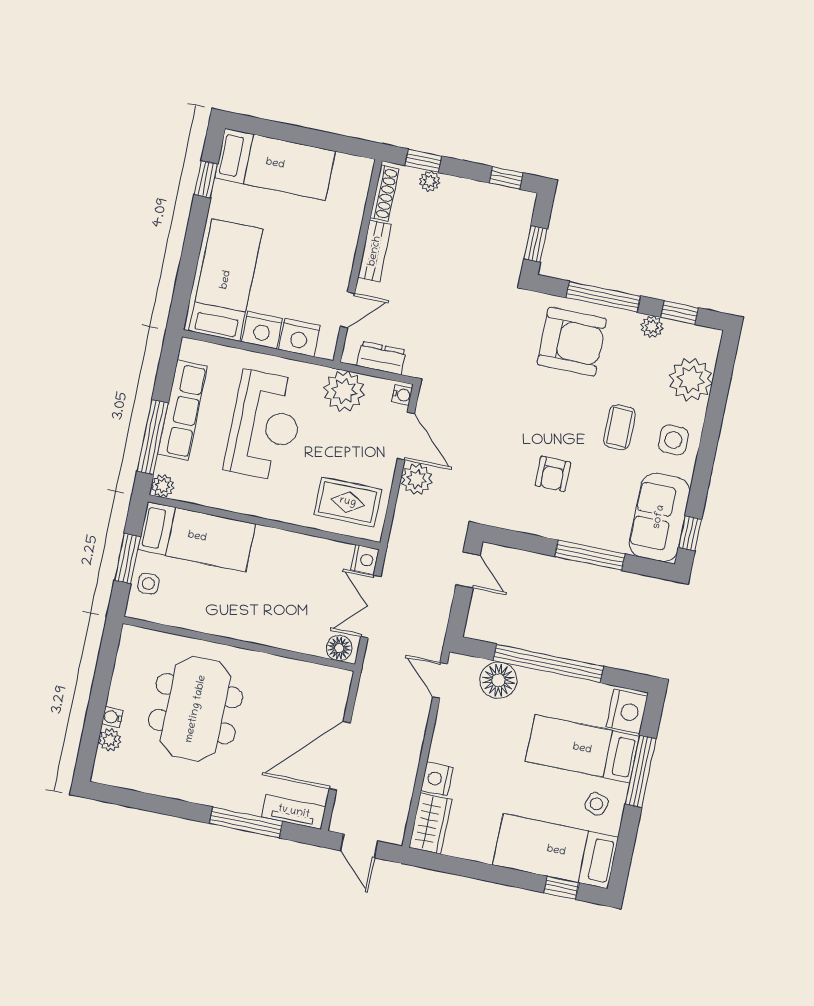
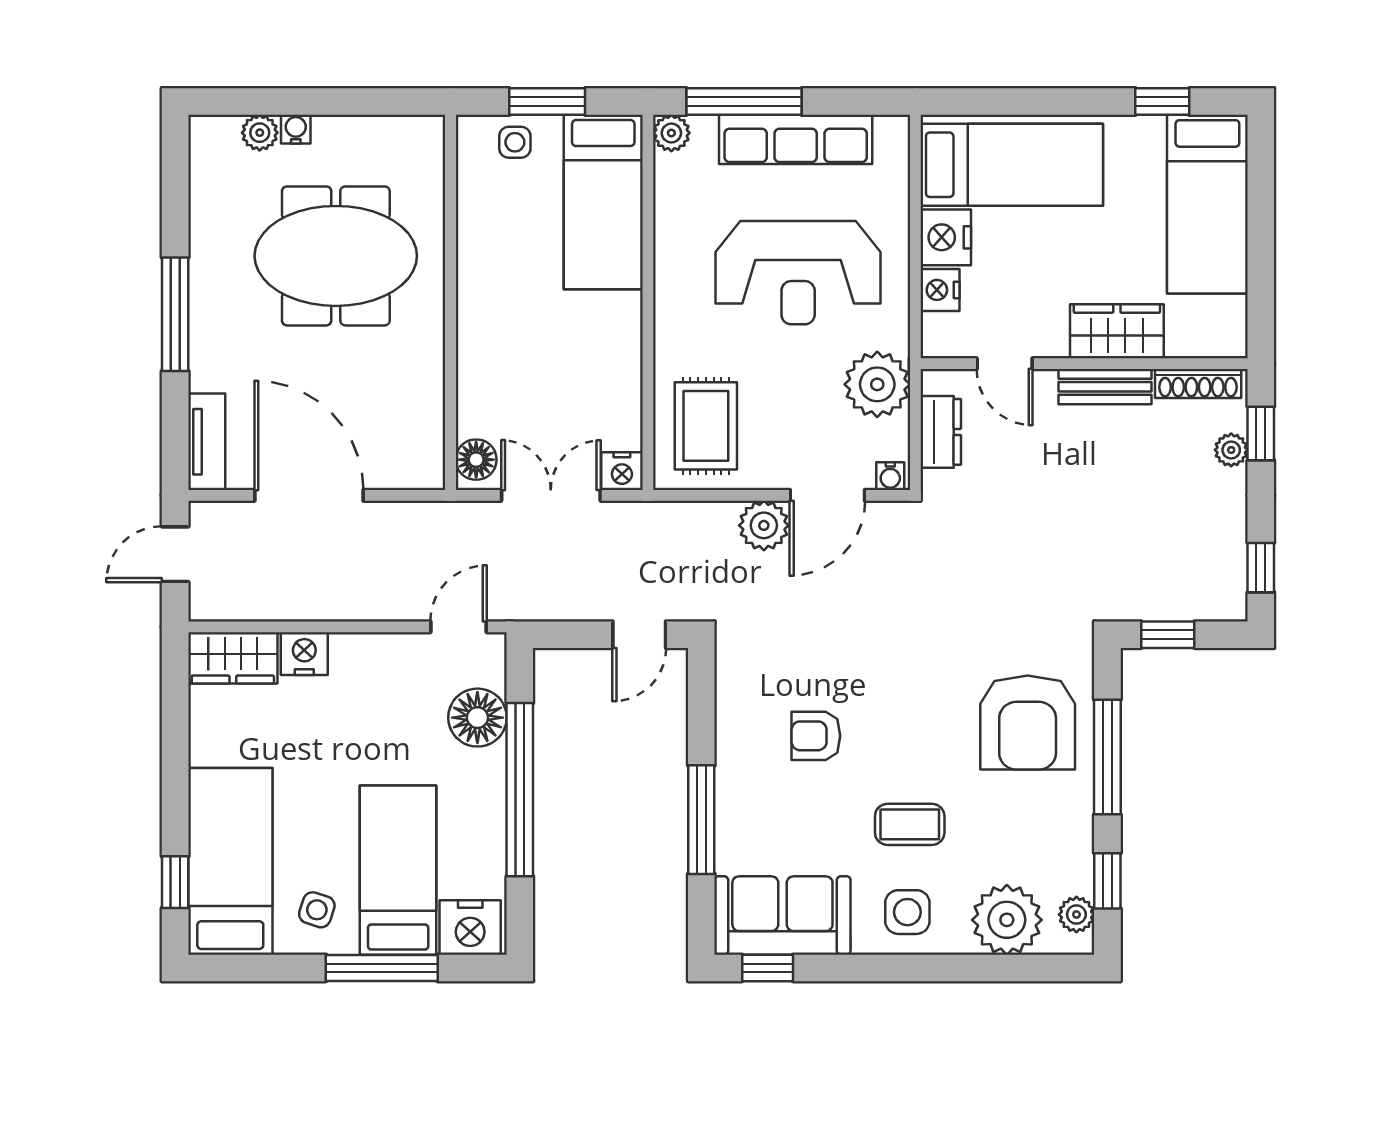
wardrobe: (342, 237) -> (1117, 331), added
plant: (652, 327) -> (1076, 915), moved
nightstand: (299, 337) -> (940, 290), width x0.74, depth x0.75
window: (246, 822) -> (175, 314), moved

